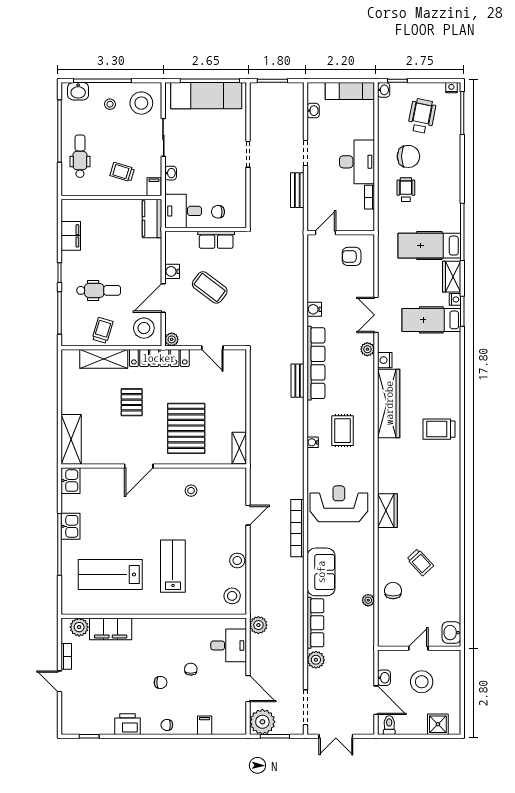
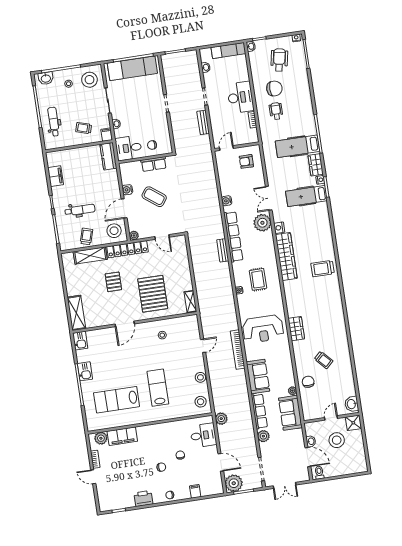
plant: (367, 349) -> (262, 223), width x1.88, depth x1.88
reception desk: (339, 504) -> (263, 329), turned 180
sofa: (360, 632) -> (290, 413), added
shower: (438, 724) -> (353, 423), moved

